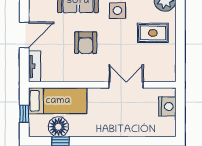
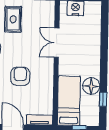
armchair: (86, 43) -> (20, 76), turned -90
floor lamp: (58, 127) -> (91, 86), moved

